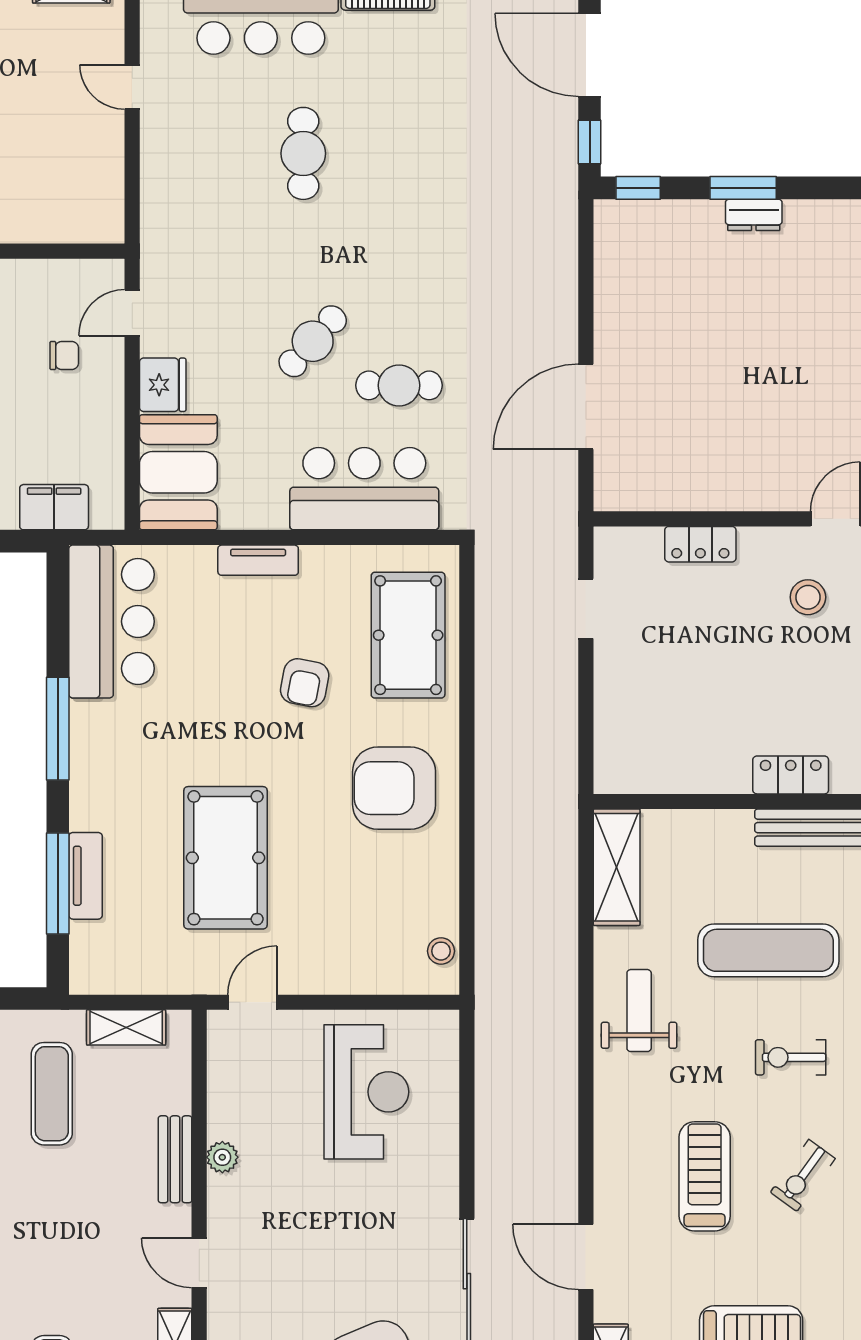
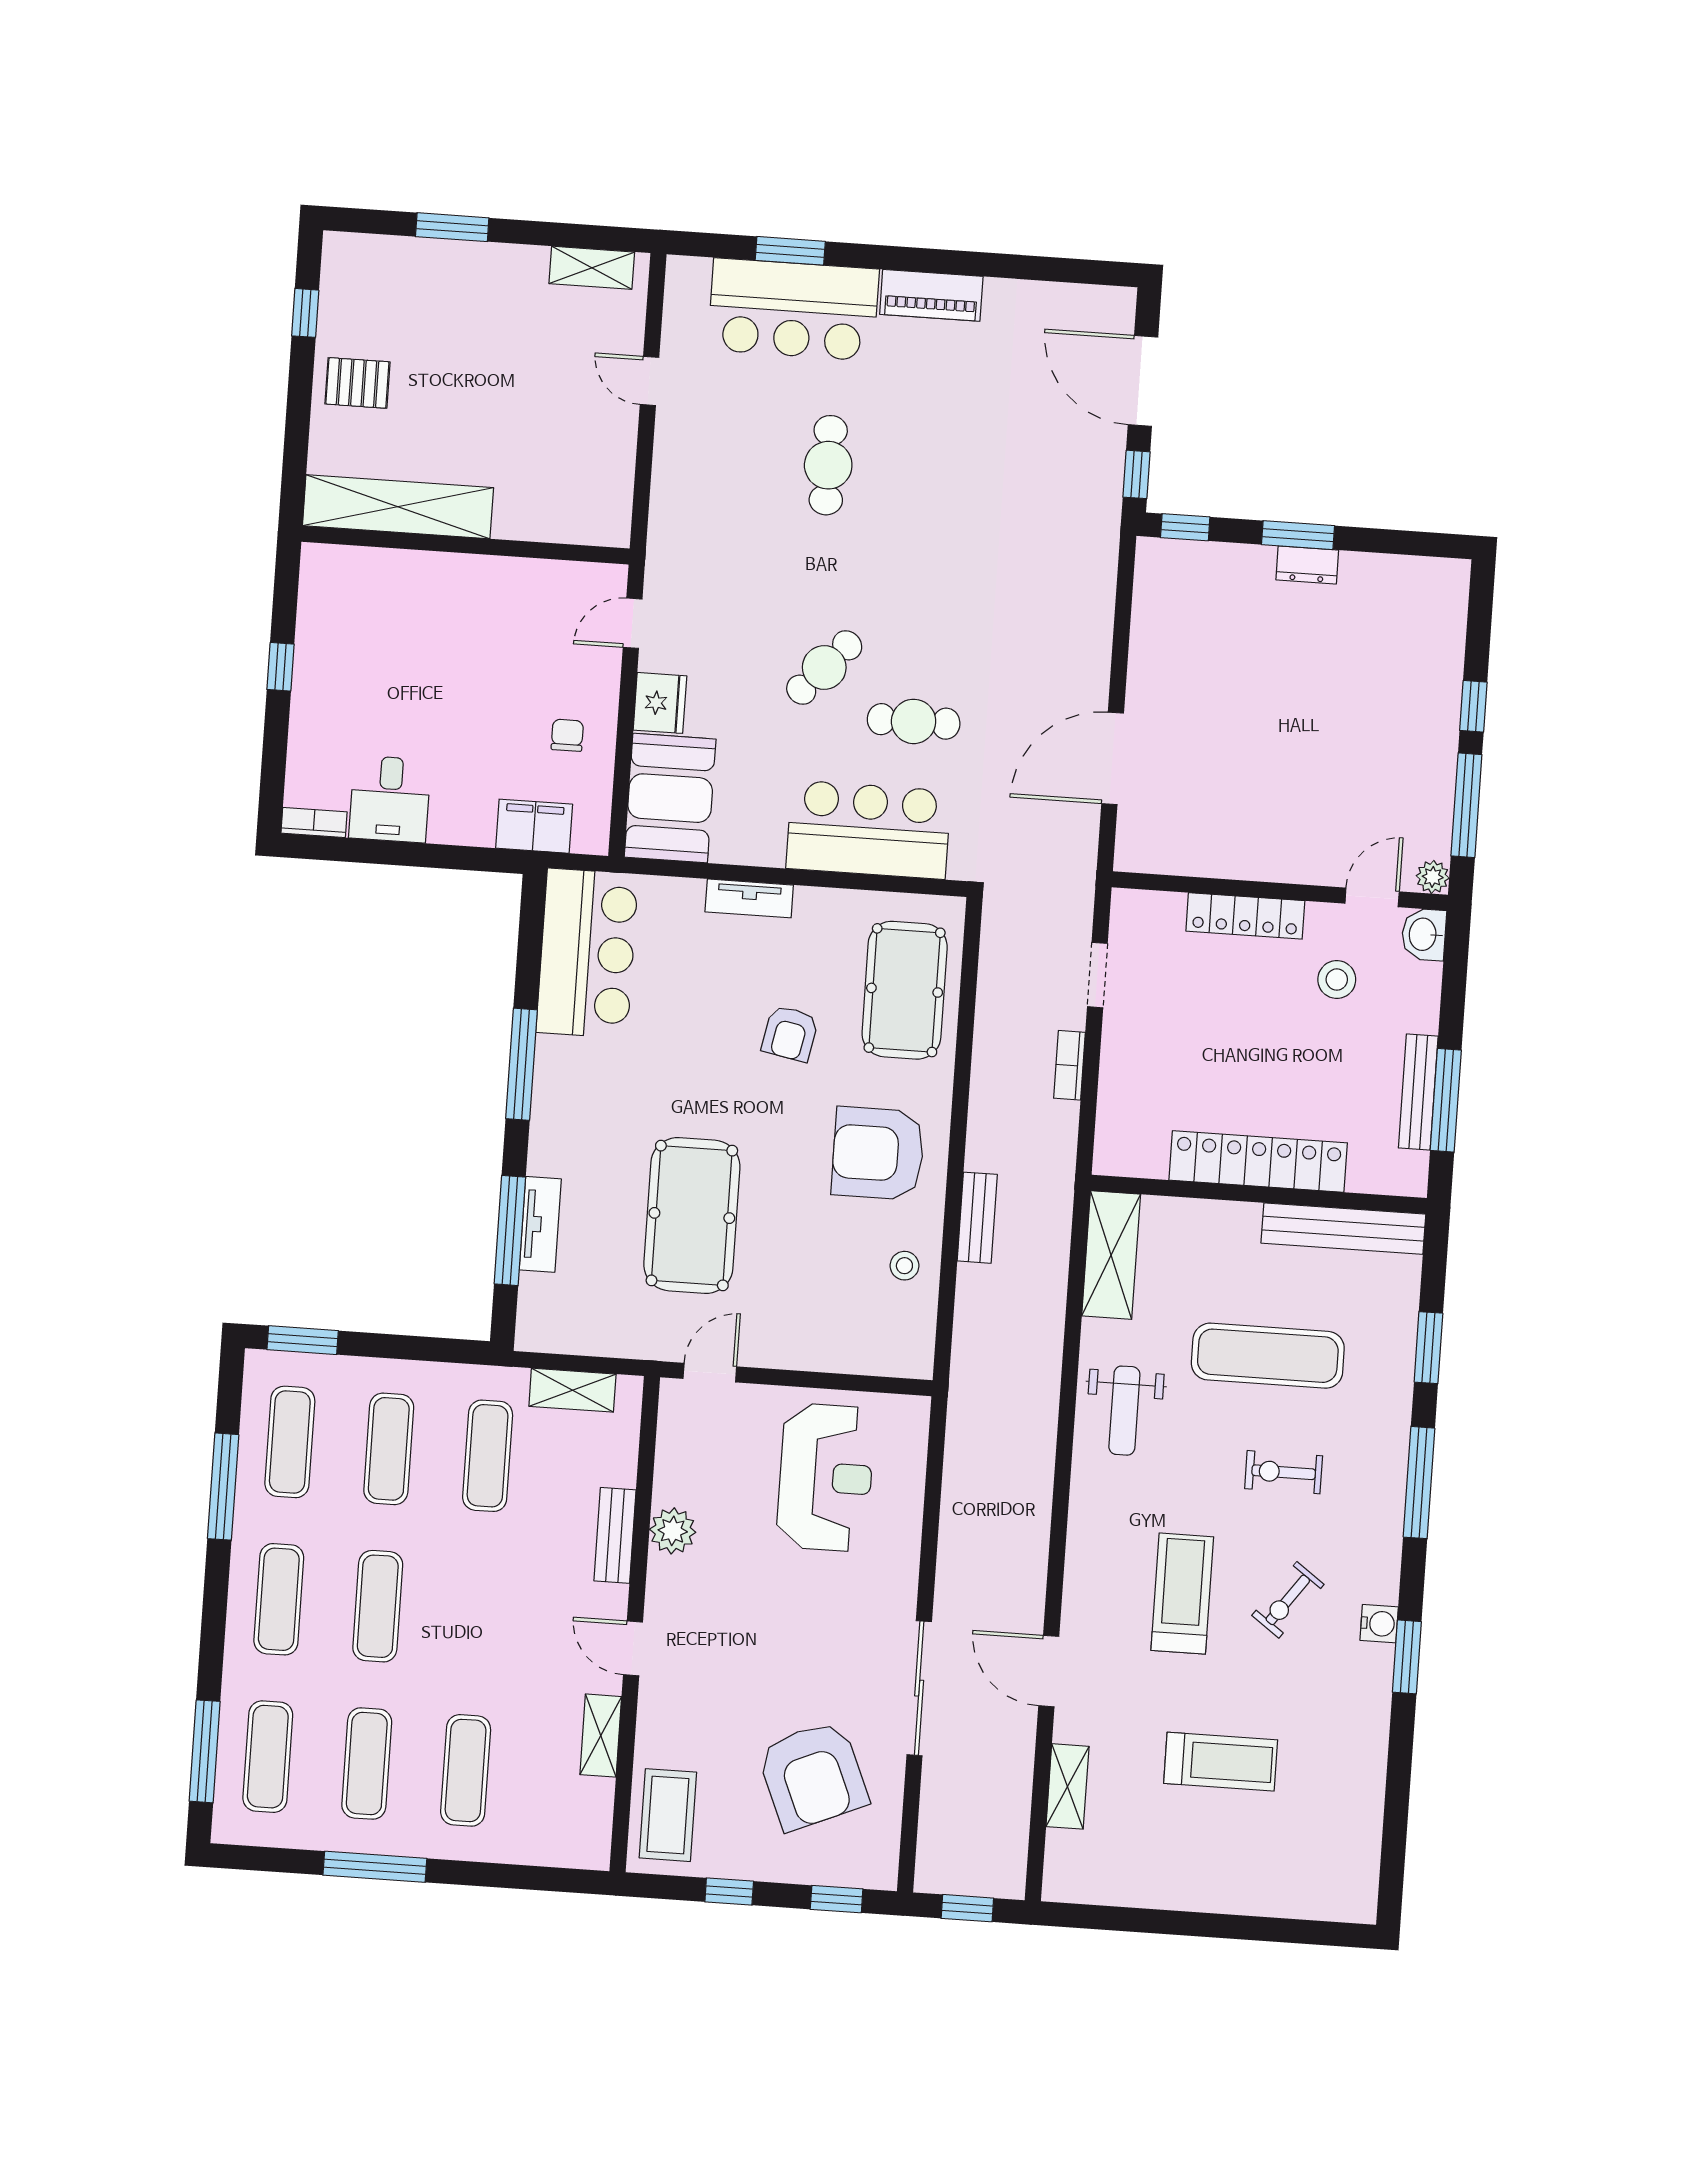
chair: (64, 356) -> (567, 735), moved, turned -90
locker: (700, 544) -> (1245, 916), width x1.53
bookcase: (566, 694) -> (1069, 1065), added
locker: (791, 775) -> (1258, 1161), width x2.16, depth x1.21
bench: (490, 841) -> (977, 1218), added
stool: (441, 951) -> (904, 1266), moved
weight bench: (639, 1011) -> (1124, 1411), turned 180
plant: (222, 1157) -> (673, 1531), width x1.38, depth x1.38

